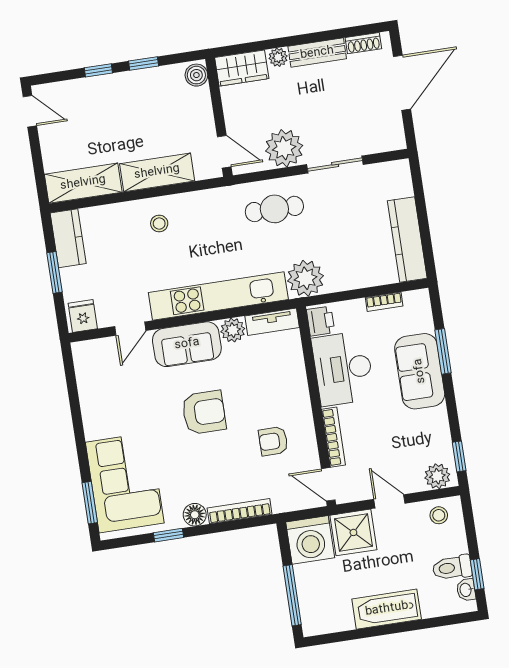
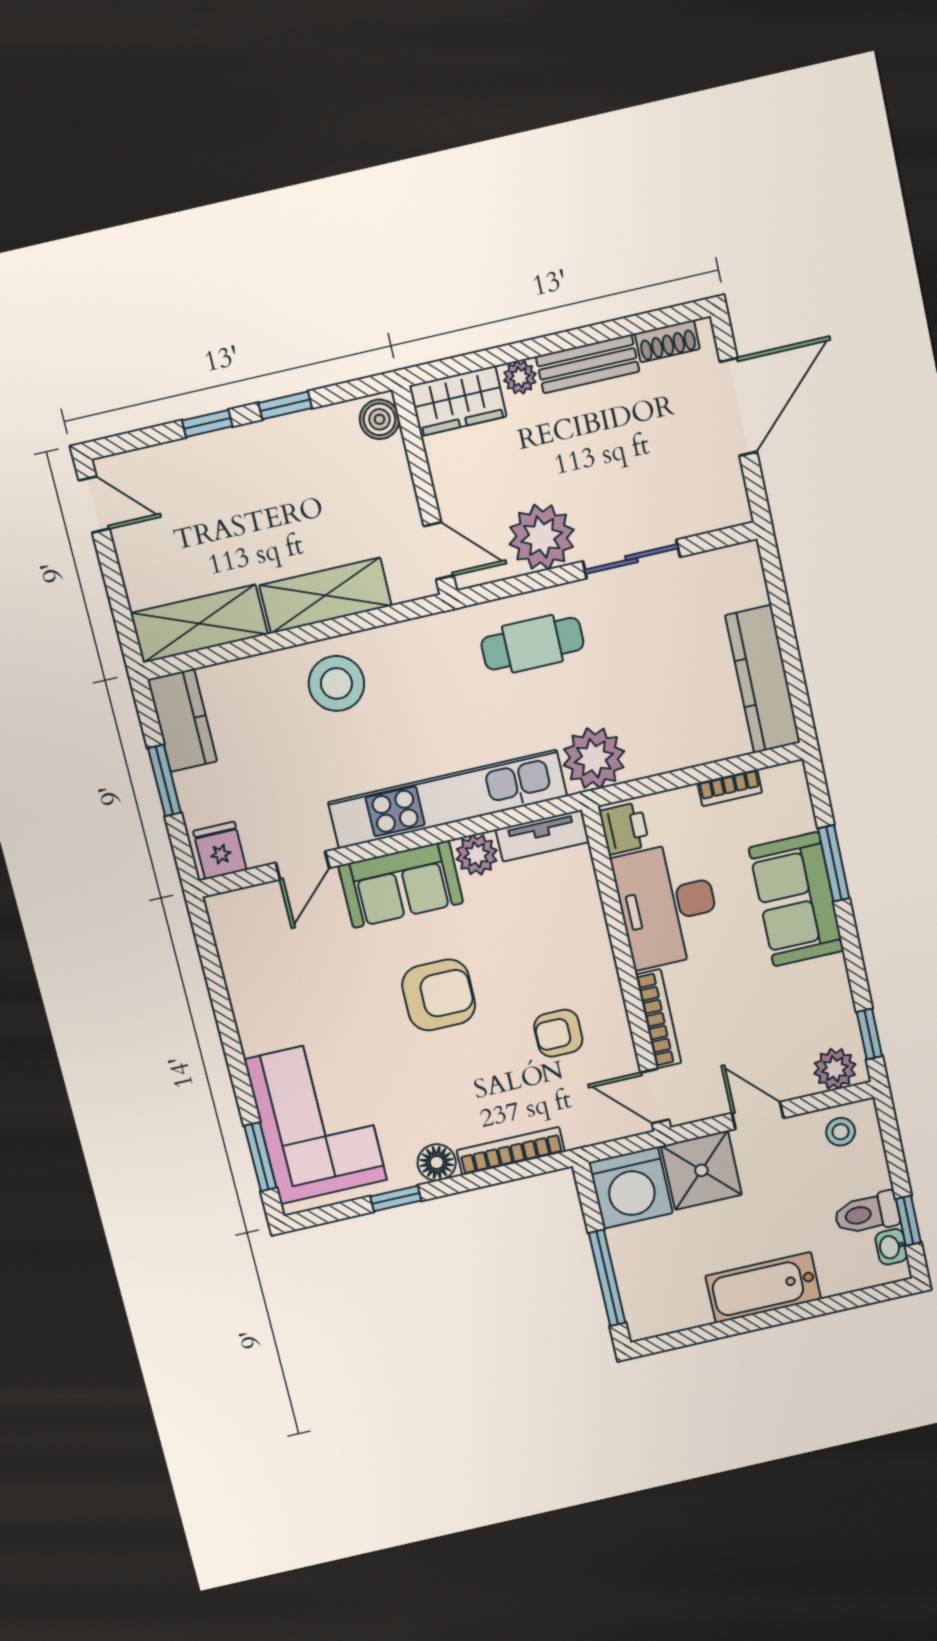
stool: (159, 224) -> (336, 683), width x1.89, depth x1.89

